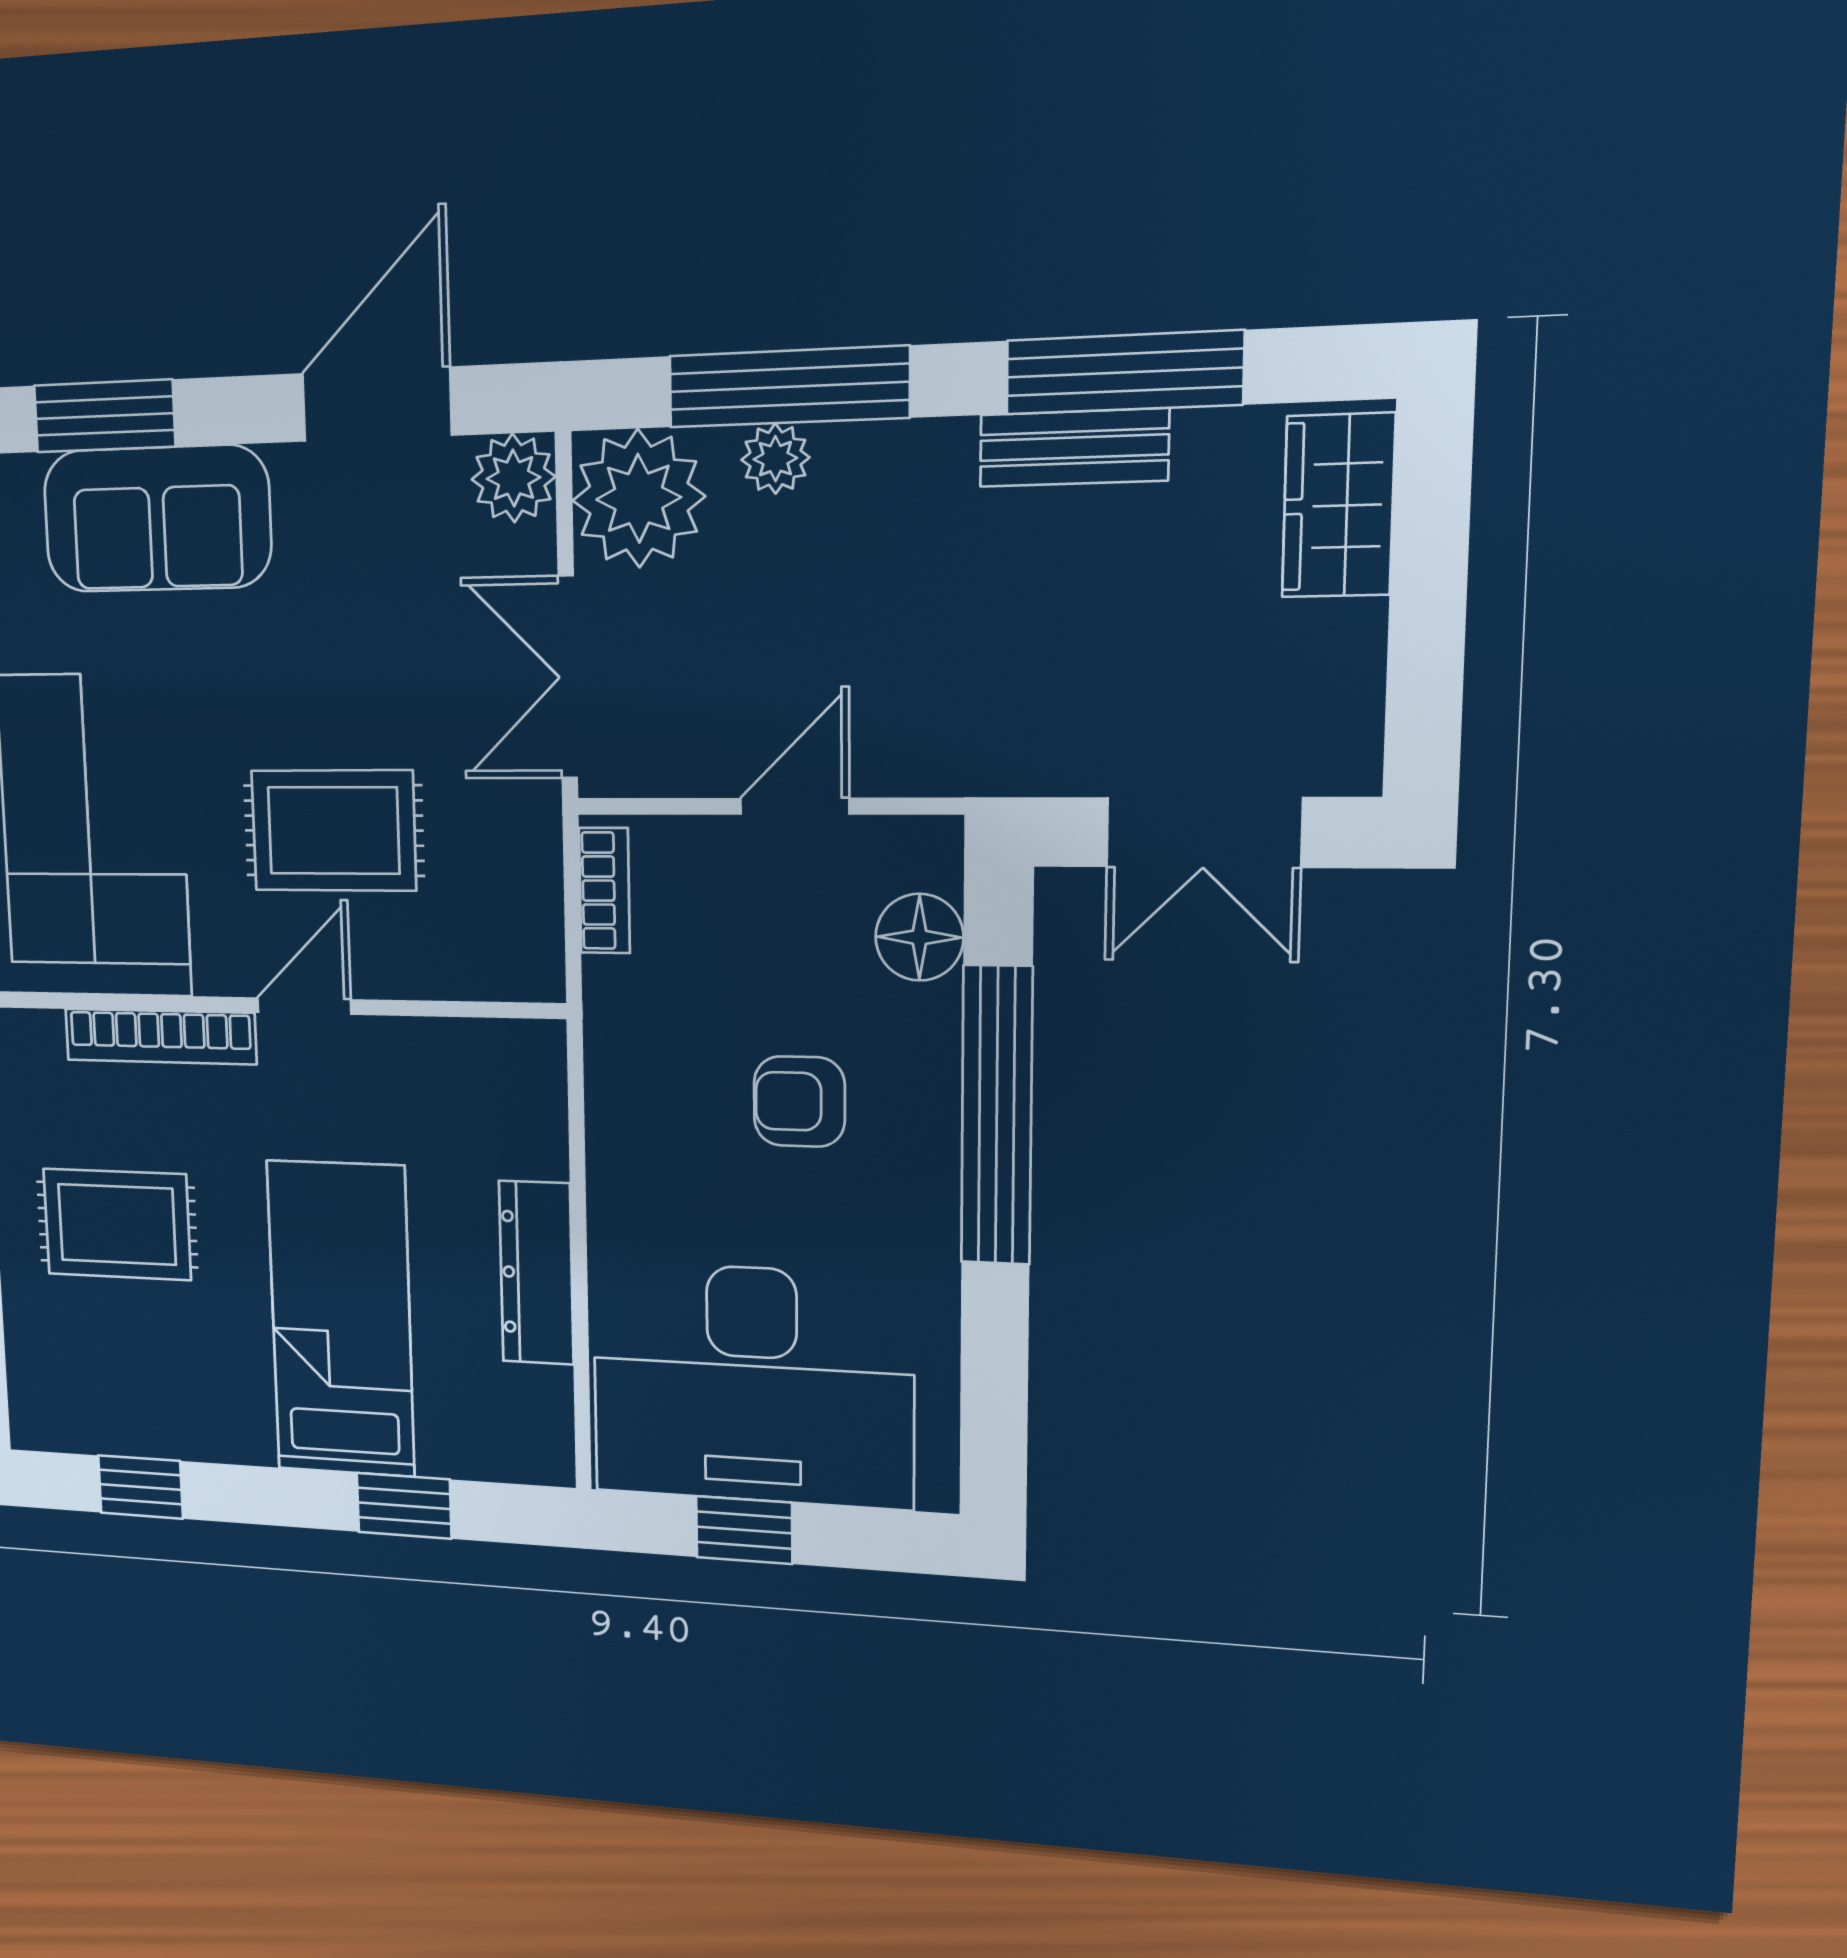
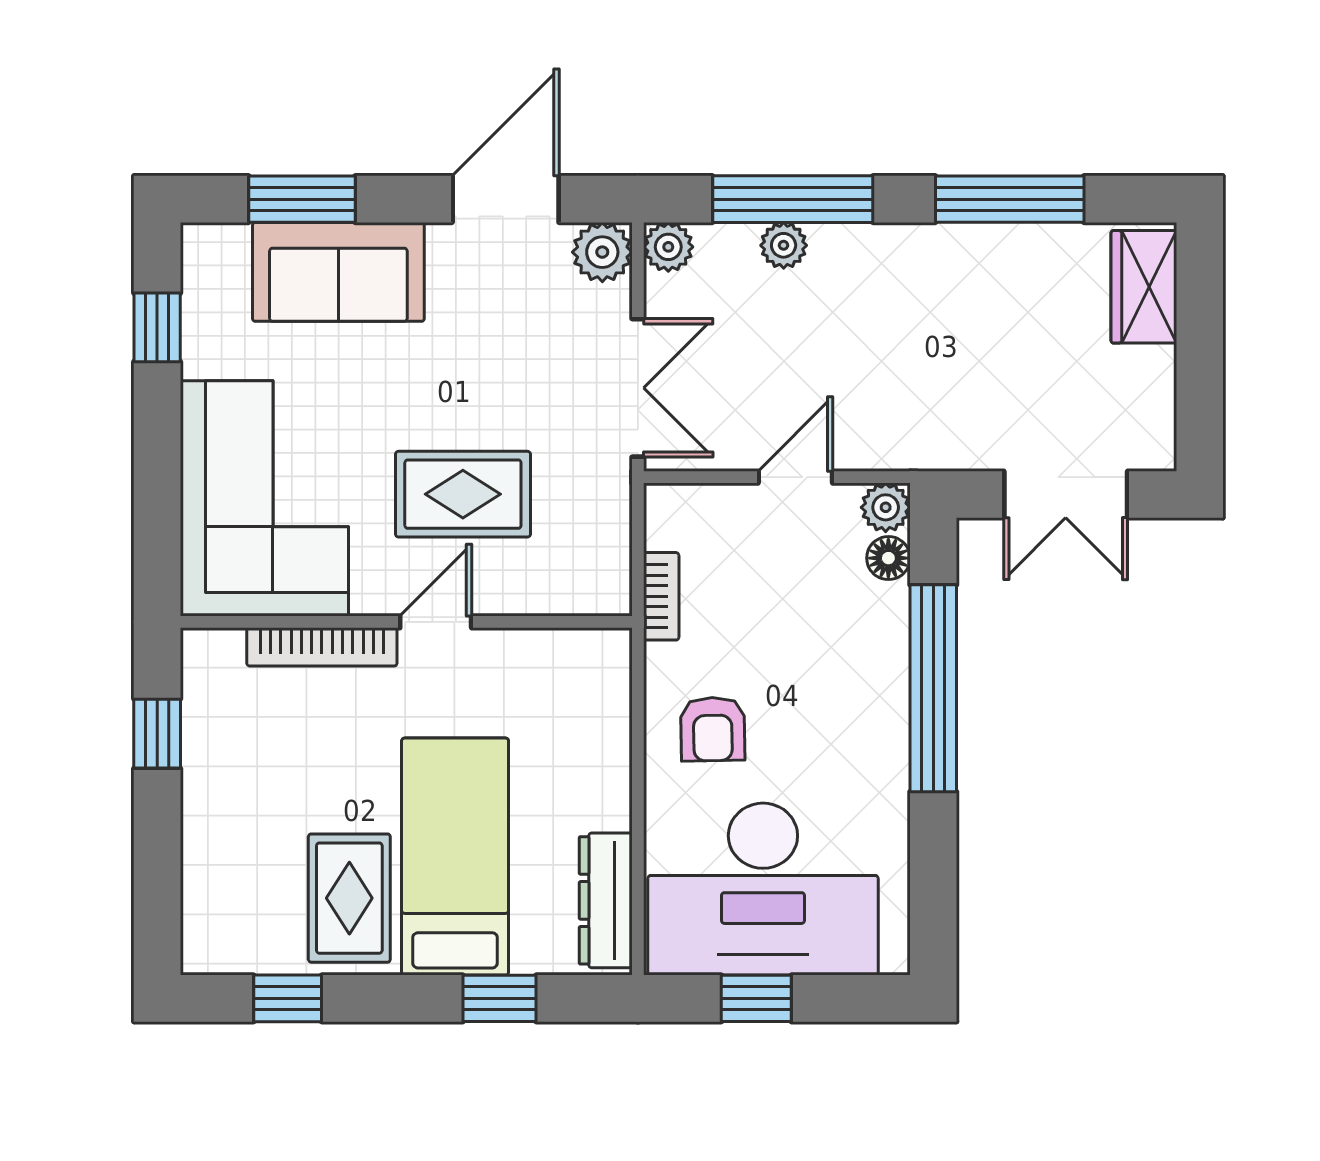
bench: (1074, 448) -> (979, 245), removed
plant: (639, 498) -> (668, 247), width x0.53, depth x0.53
double door: (568, 677) -> (638, 388), swing flipped
plant: (928, 851) -> (886, 507), added
bookcase: (604, 891) -> (661, 596), moved
floor lamp: (919, 937) -> (888, 558), width x0.73, depth x0.73
armchair: (799, 1102) -> (713, 729), moved, turned -91
rug: (117, 1224) -> (349, 898), moved, turned 90
dresser: (536, 1273) -> (606, 900), moved

